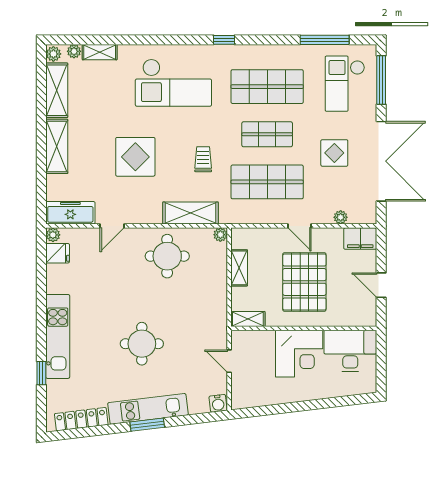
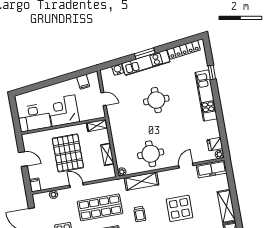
filing cabinet: (360, 239) -> (35, 185), width x0.50
filing cabinet: (258, 396) -> (83, 82), added
water cooler: (218, 403) -> (118, 70), moved

